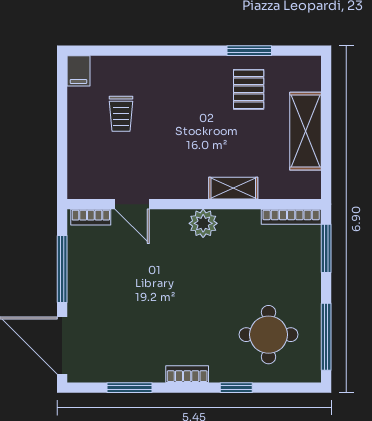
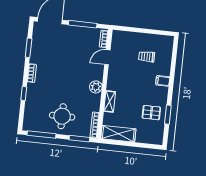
filing cabinet: (78, 71) -> (163, 81), moved
shelving: (305, 131) -> (118, 134), moved
round table: (269, 335) -> (62, 116), moved

